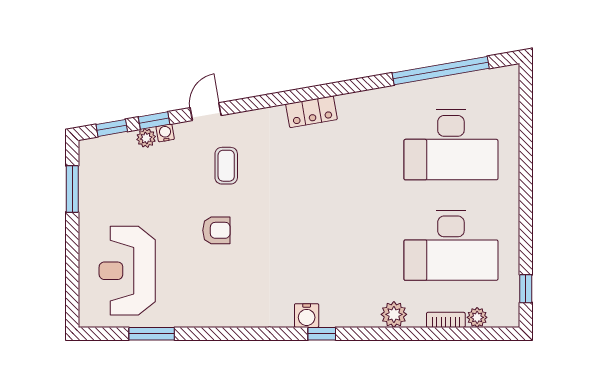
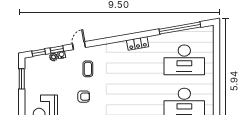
locker: (312, 112) -> (138, 43), moved

